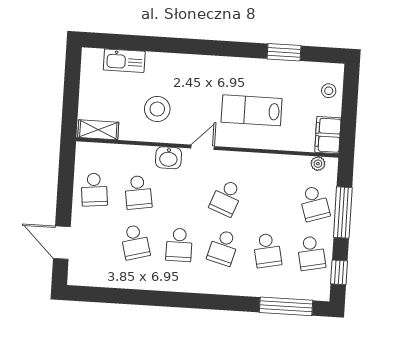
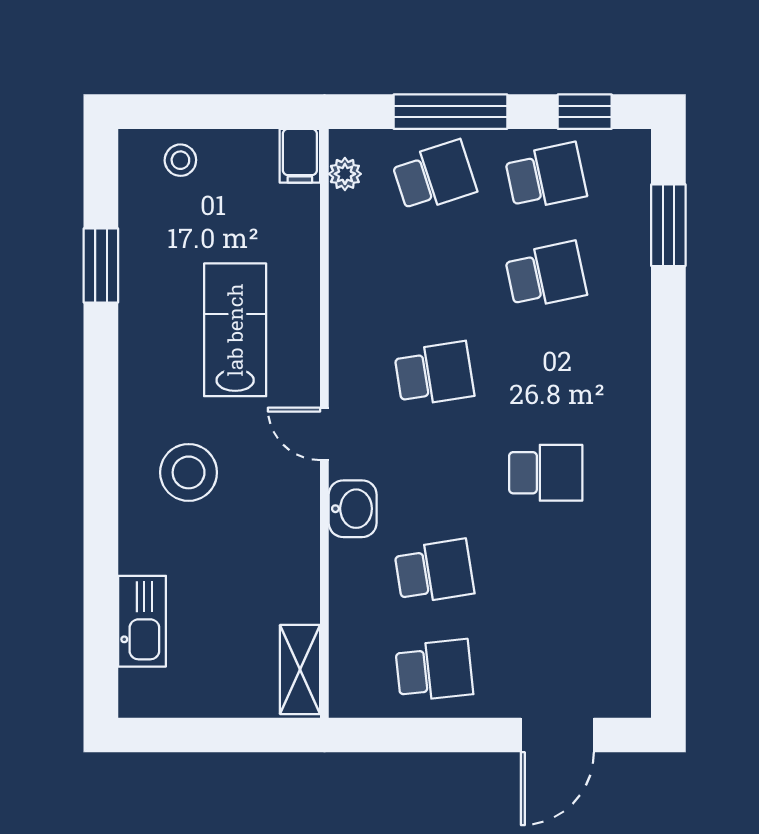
stool: (157, 109) -> (189, 472), moved
lab bench: (252, 110) -> (235, 330), turned 180
filing cabinet: (328, 135) -> (300, 156), width x0.50
school desk: (226, 198) -> (434, 374), turned -30
school desk: (135, 242) -> (546, 571), removed
school desk: (223, 248) -> (546, 374), removed
window: (286, 306) -> (668, 225), width x0.69

